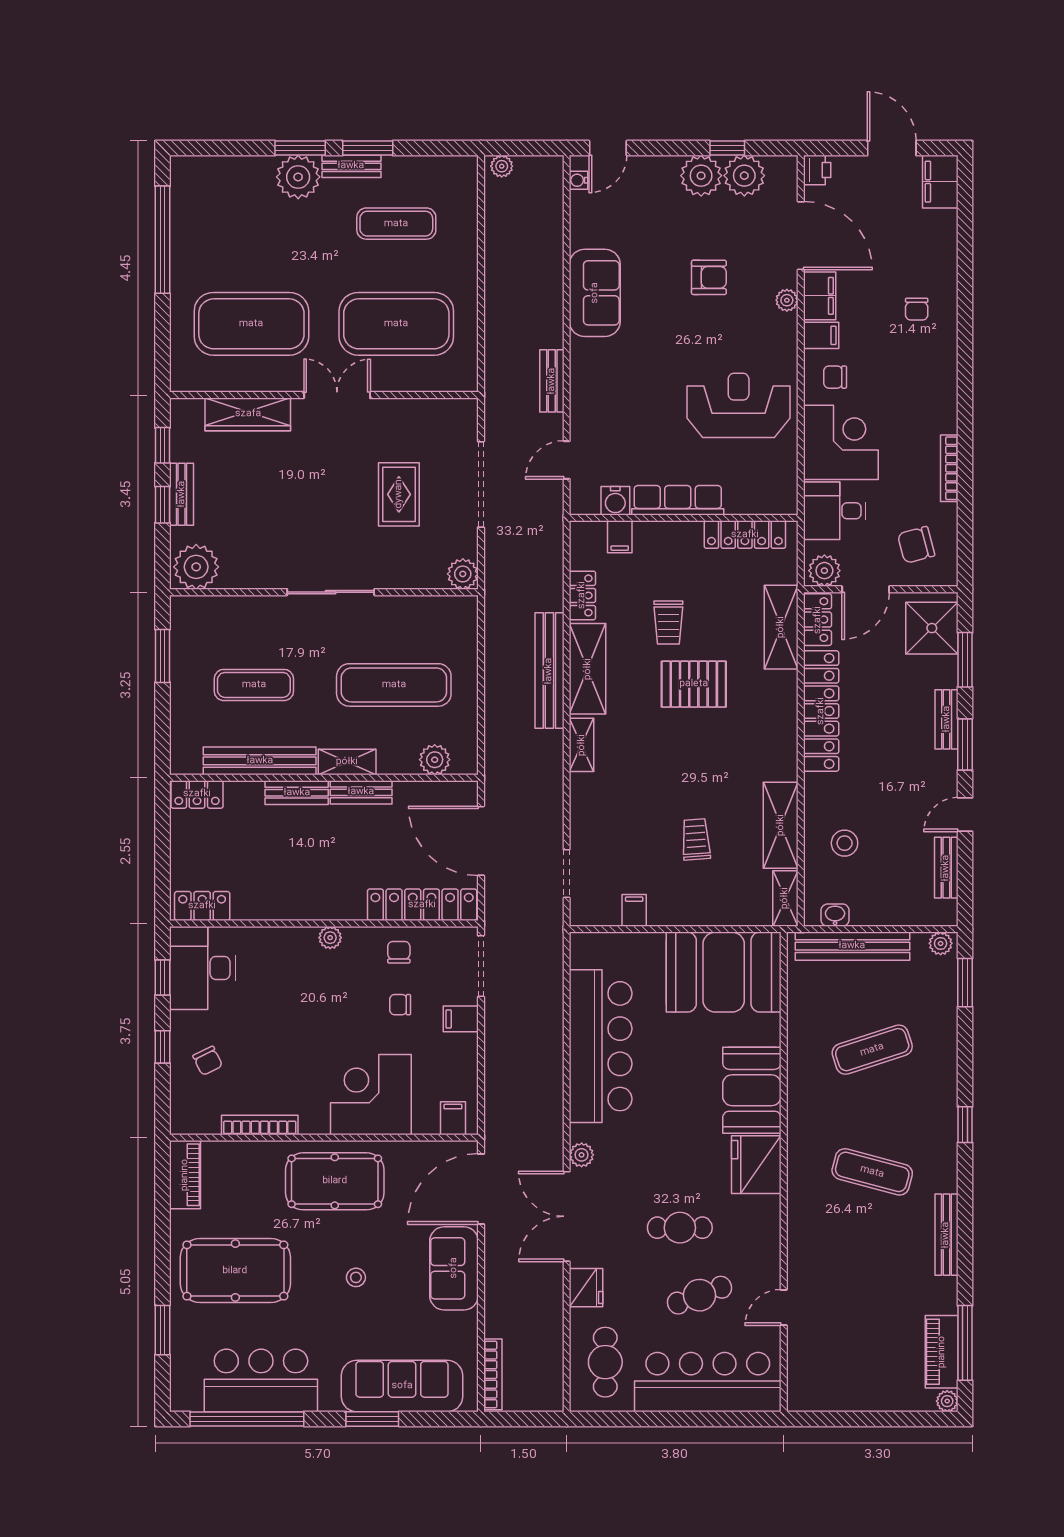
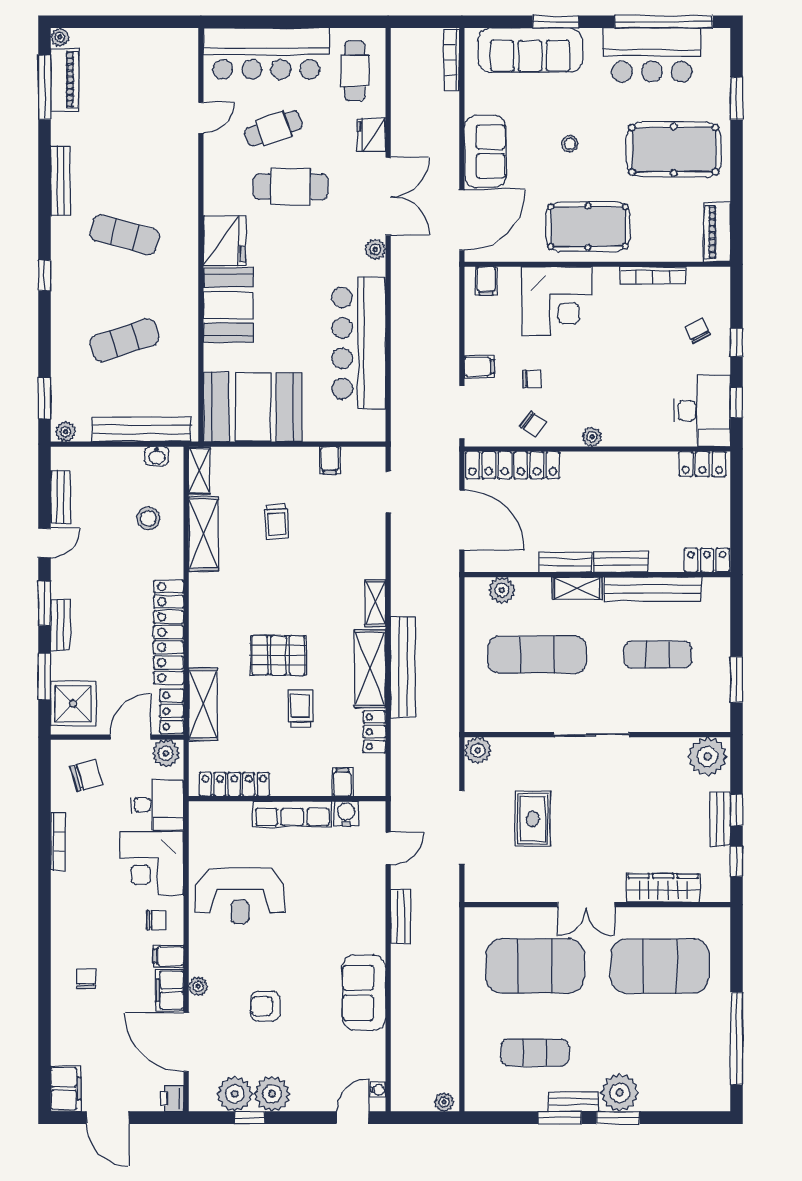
chair: (399, 952) -> (533, 424), turned -54
cafe table: (680, 1228) -> (290, 187), width x1.37, depth x1.35

